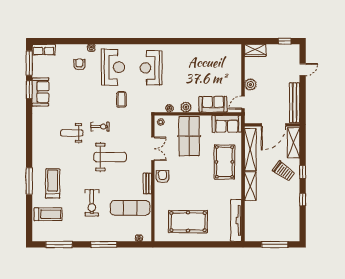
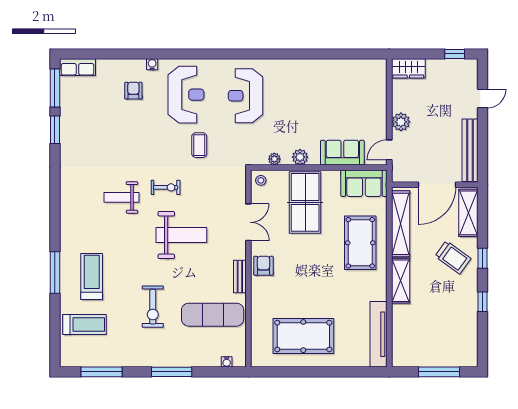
sofa: (40, 92) -> (73, 133), removed

